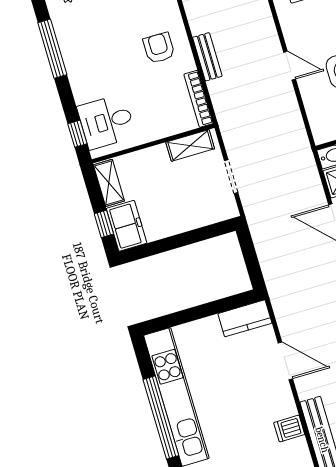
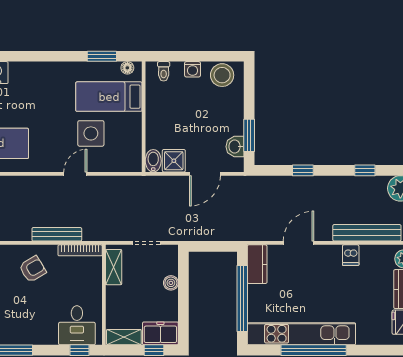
armchair: (159, 48) -> (33, 269), turned 149
bench: (207, 57) -> (57, 234), width x1.36
boiler: (191, 220) -> (171, 283), added
window: (198, 312) -> (242, 299), added

